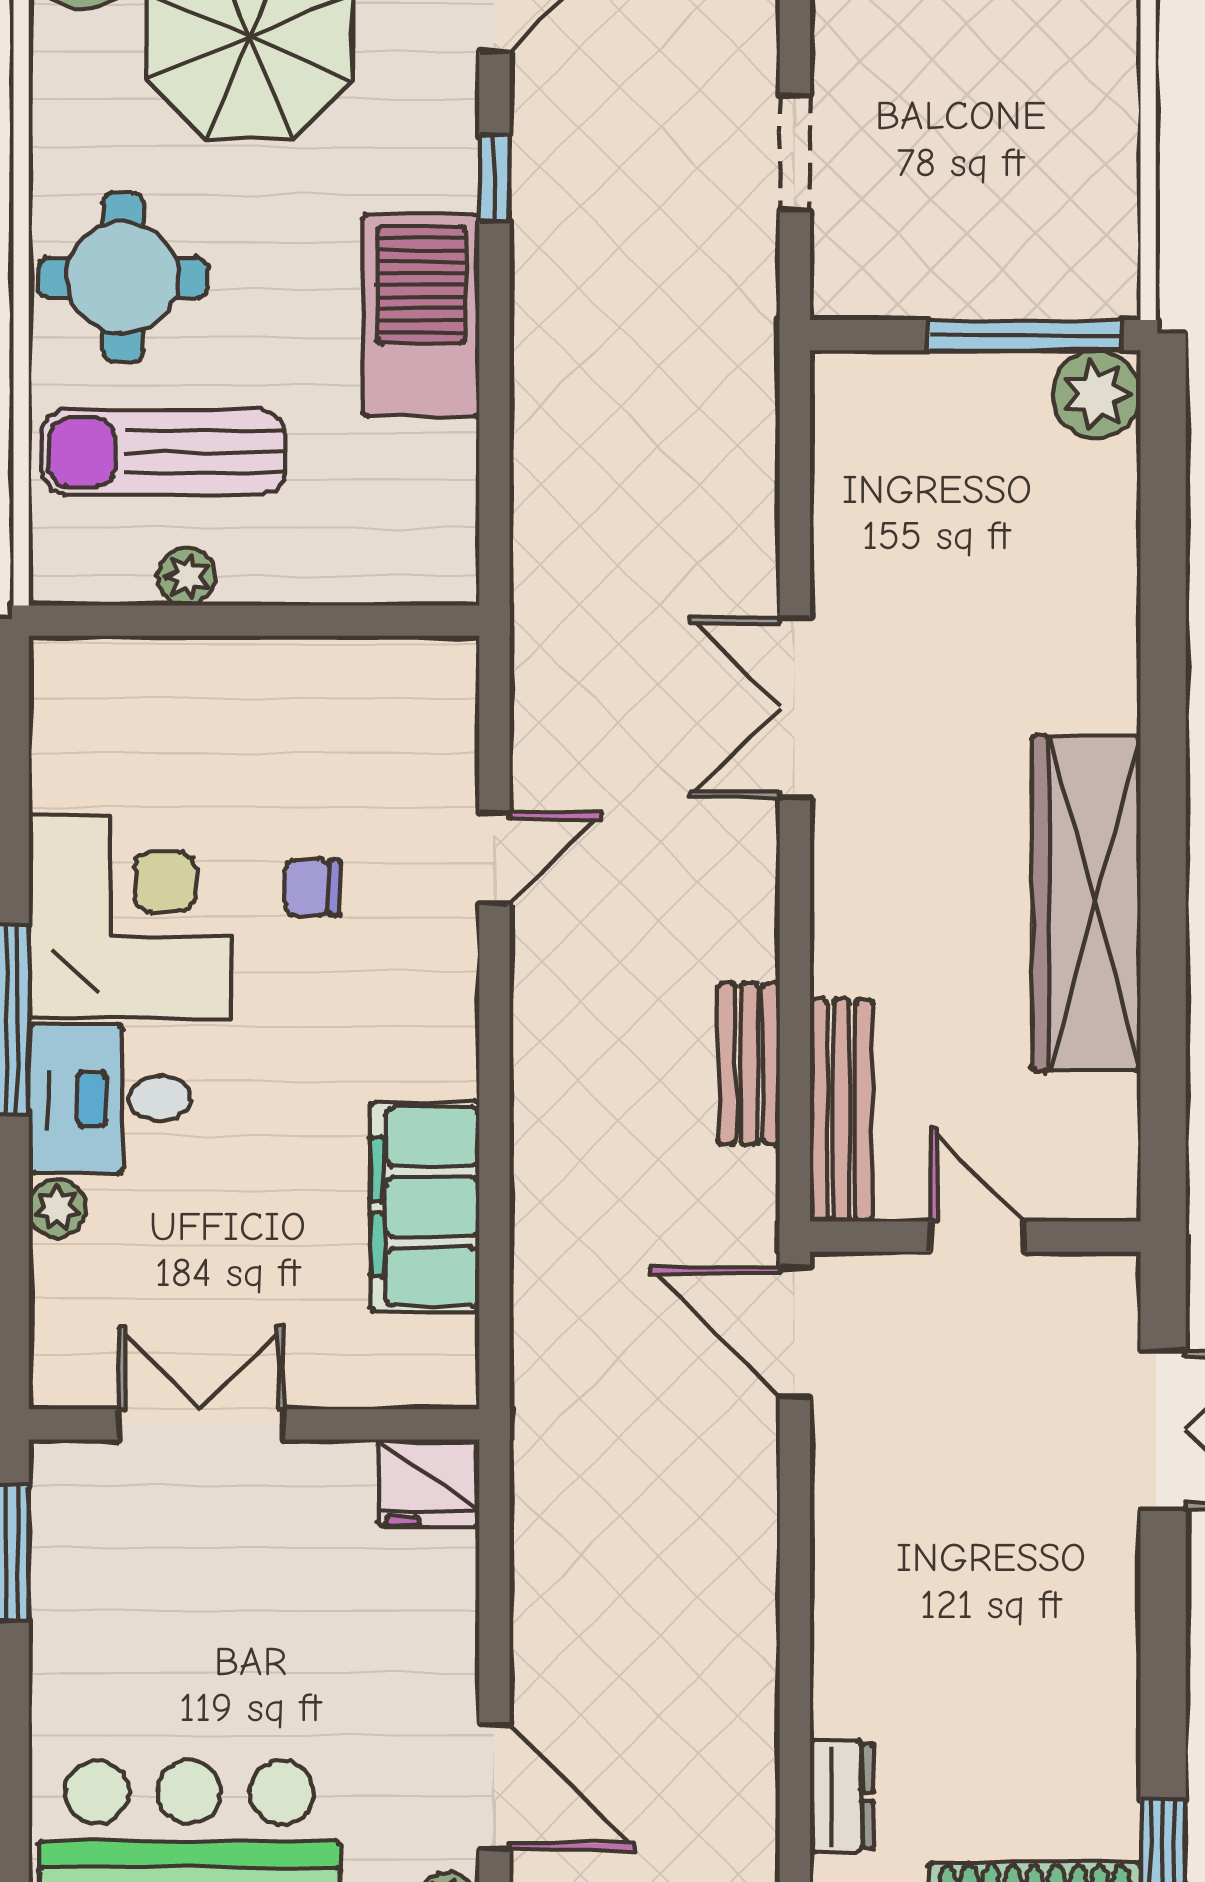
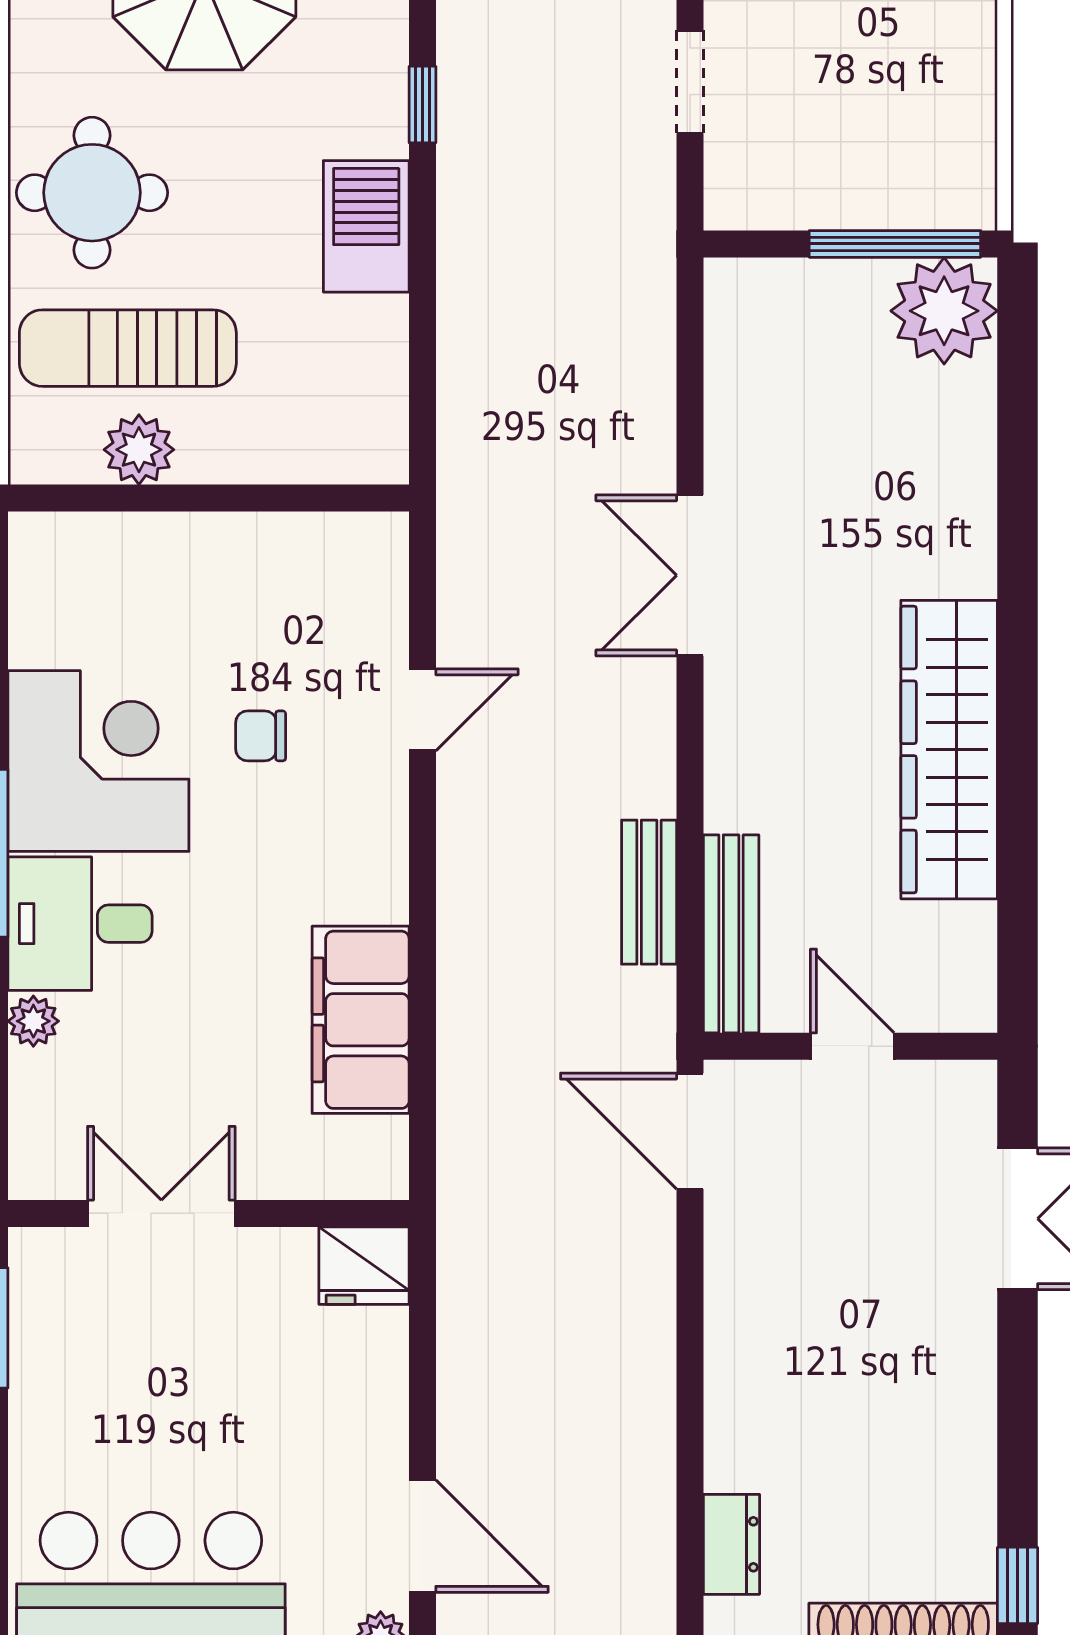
barbecue: (421, 315) -> (366, 226), width x0.73, depth x0.83
plant: (1097, 394) -> (944, 311), width x1.36, depth x1.36
plant: (187, 577) -> (139, 450), width x1.38, depth x1.38

